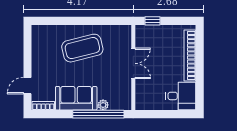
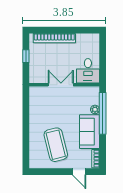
window: (152, 21) -> (26, 56), moved
coffee table: (82, 48) -> (56, 145), moved
desk: (181, 96) -> (88, 71), moved, turned 180

